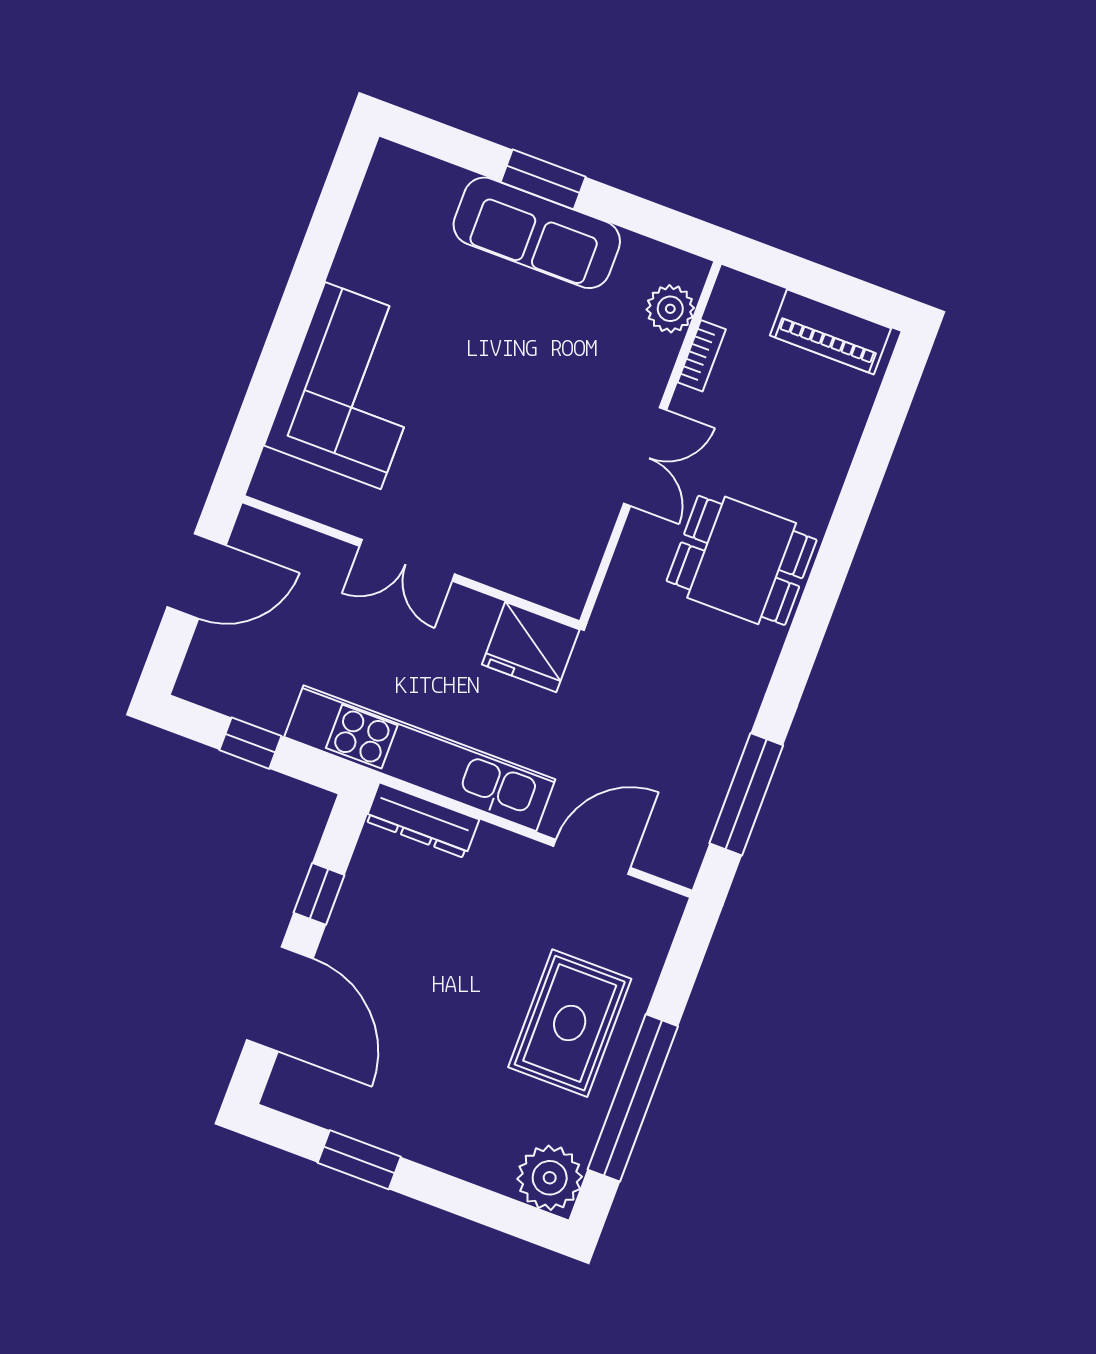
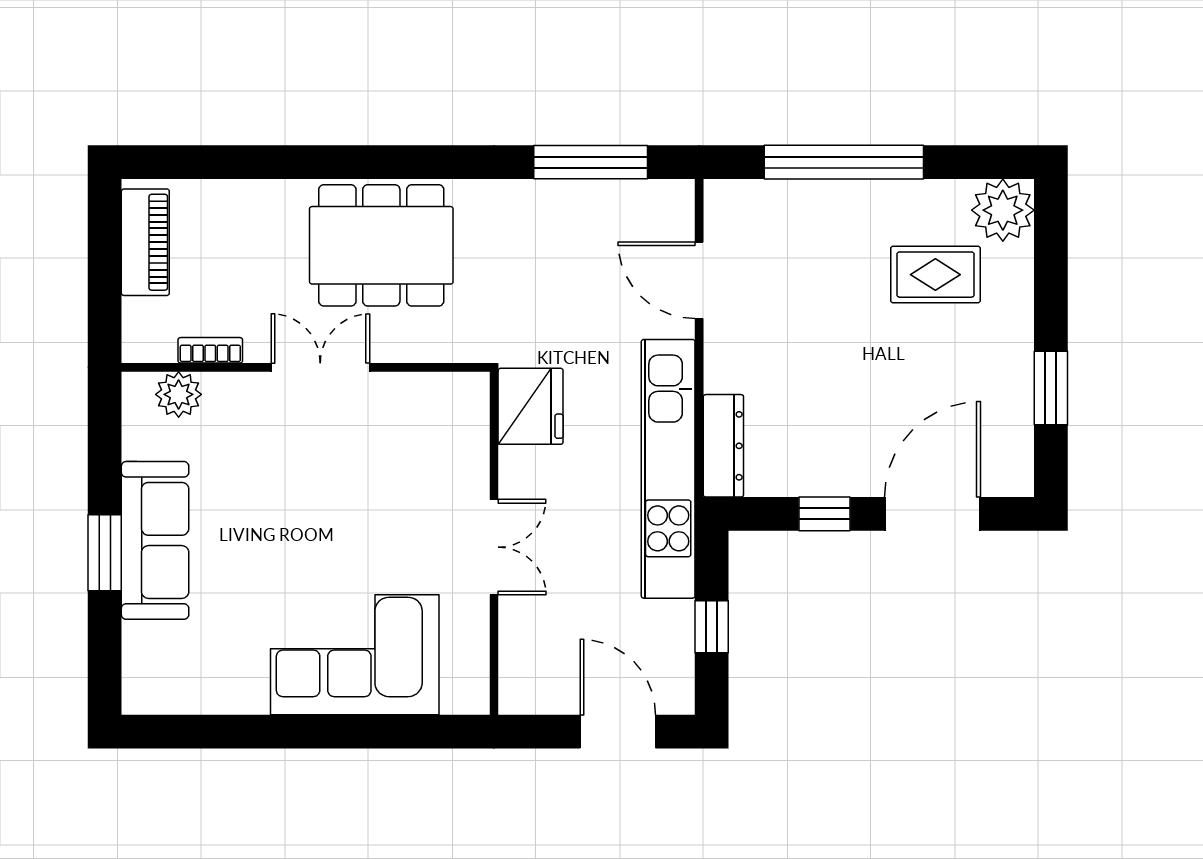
dining table: (742, 560) -> (381, 245), width x1.37
door: (197, 576) -> (618, 732), moved
rug: (570, 1023) -> (935, 275), moved, width x0.73, depth x0.70
window: (633, 1098) -> (844, 162), moved

